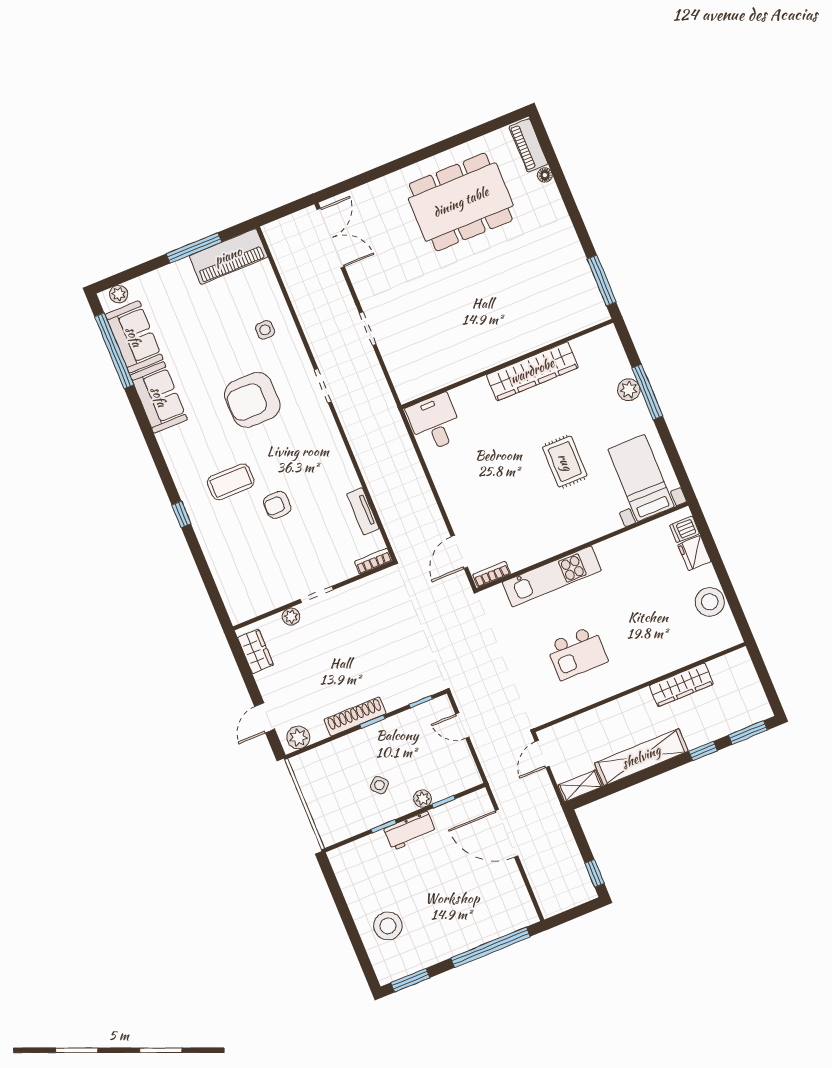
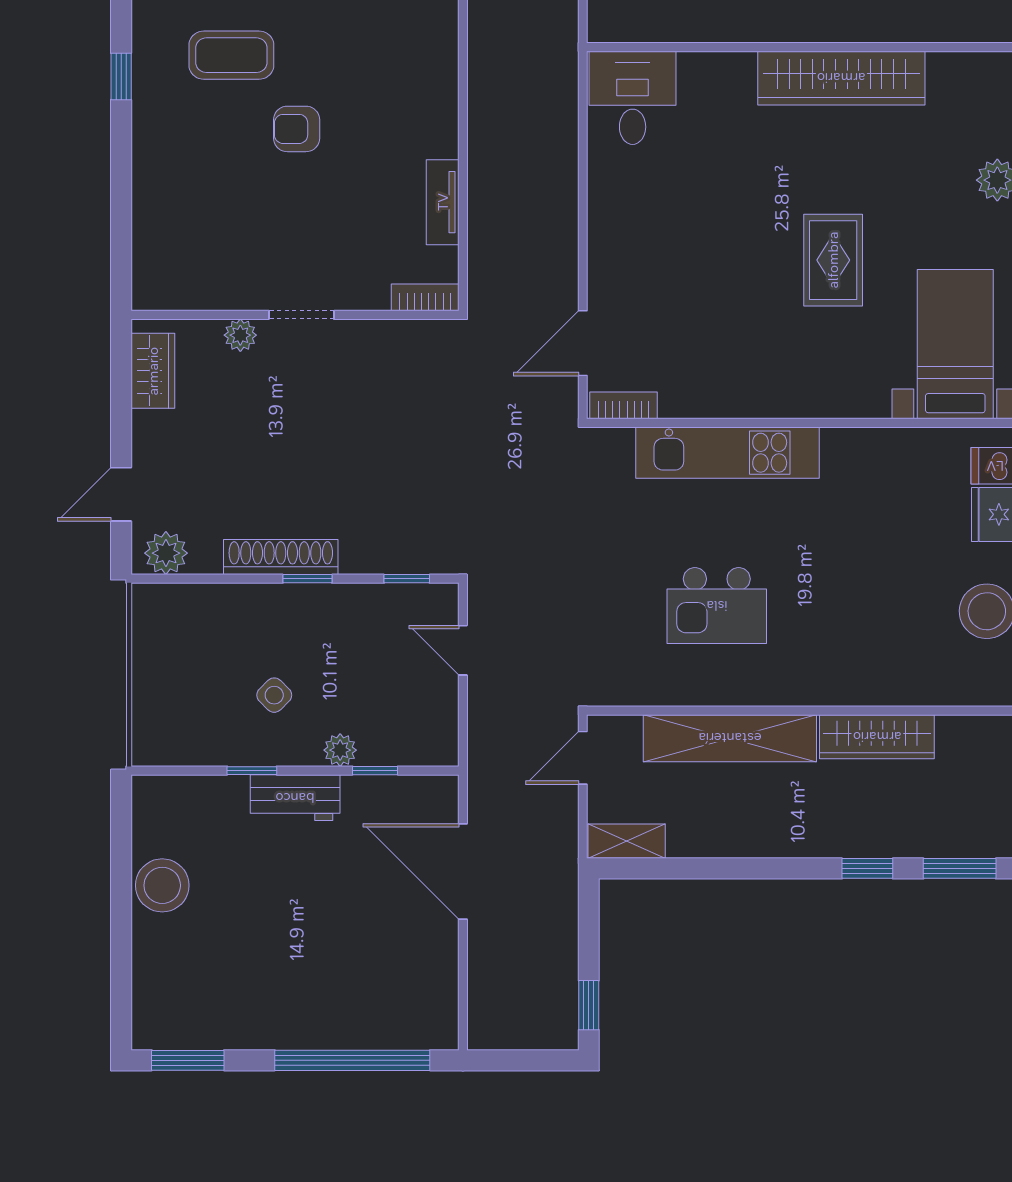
shelving: (641, 757) -> (730, 738), moved
stool: (388, 926) -> (162, 885), moved

